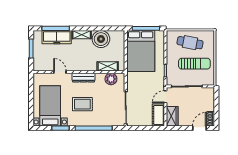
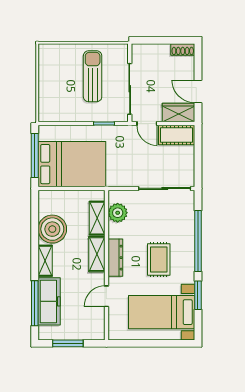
cafe table: (190, 43) -> (58, 83), removed
shelving: (86, 66) -> (97, 254), added
door: (199, 128) -> (198, 91), moved

